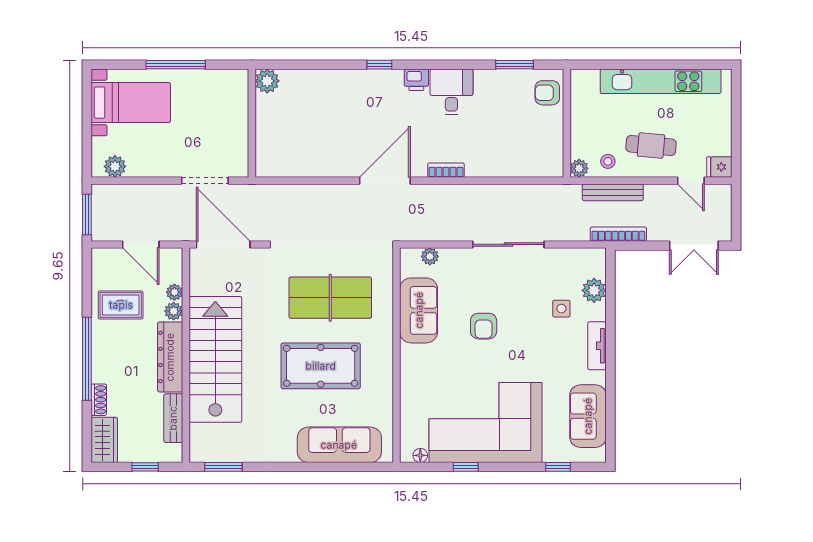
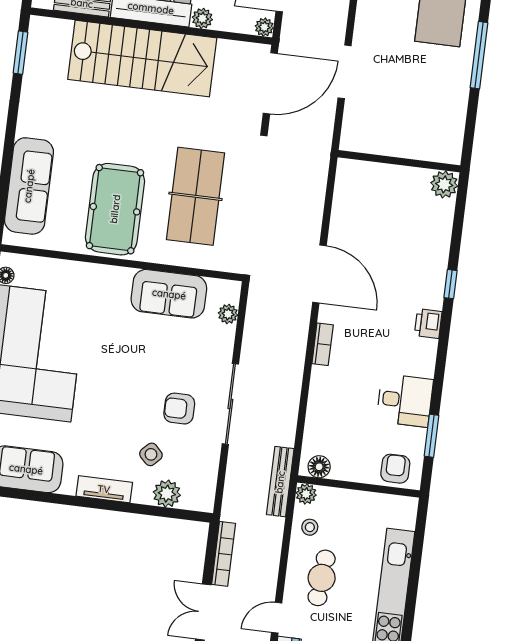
plant: (267, 81) -> (444, 184), moved
desk: (451, 92) -> (405, 400), moved
wall: (252, 123) -> (399, 161), moved
floor lamp: (554, 160) -> (319, 467), added
bench: (613, 192) -> (280, 482), moved
bookcase: (618, 234) -> (224, 554), moved
plant: (174, 292) -> (264, 27), moved
side table: (561, 309) -> (151, 454), turned 45
armchair: (484, 326) -> (179, 409), moved
pool table: (321, 366) -> (115, 209), moved

